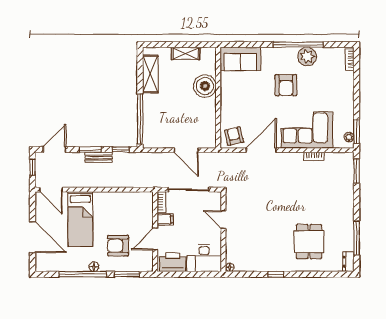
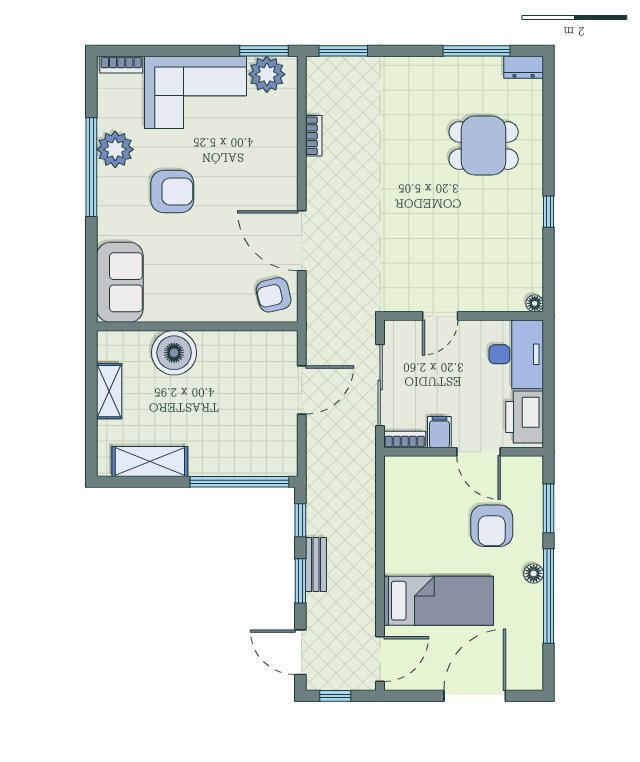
corner sofa: (307, 130) -> (196, 92), moved, turned -90
plant: (349, 137) -> (267, 74), width x1.88, depth x1.88

